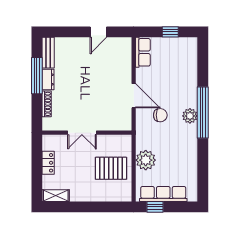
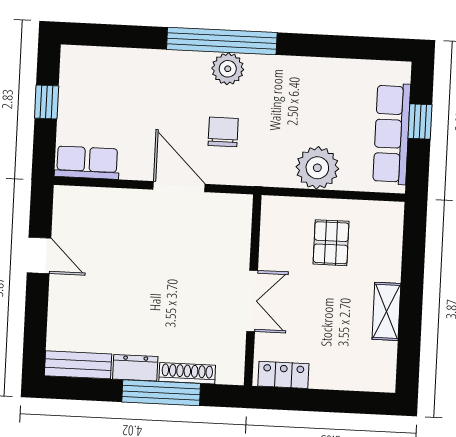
window: (37, 76) -> (161, 393), moved
door: (134, 96) -> (179, 187), hinge flipped
locker: (48, 163) -> (283, 375), moved
pallet: (111, 168) -> (331, 243), width x0.67, depth x0.71
shelving: (56, 196) -> (386, 311), moved
window: (155, 207) -> (420, 121), moved

